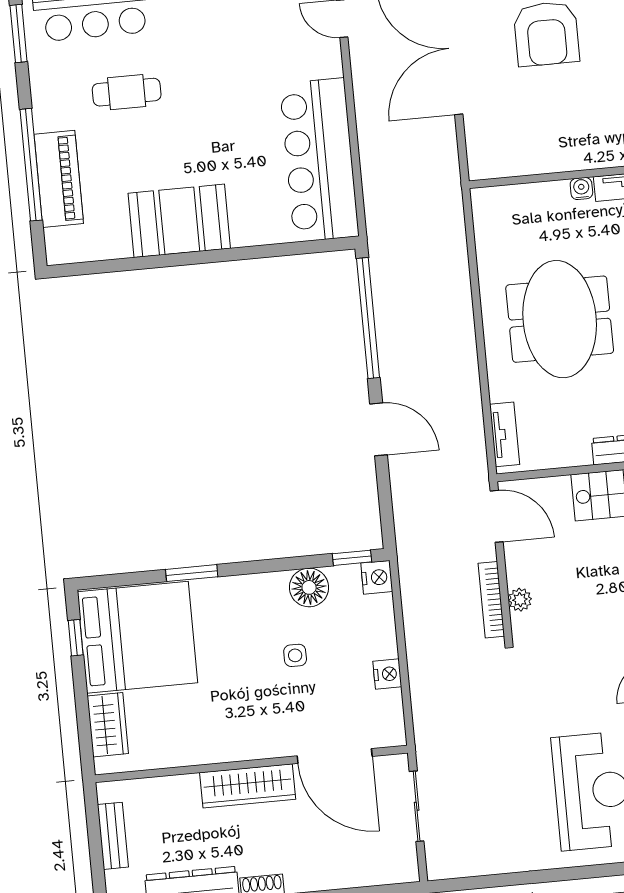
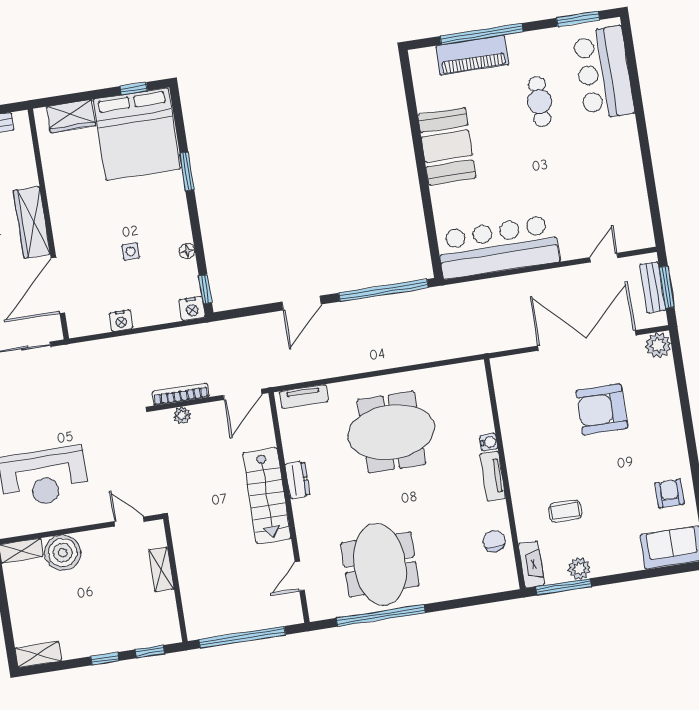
floor lamp: (309, 587) -> (187, 251), width x0.53, depth x0.53

